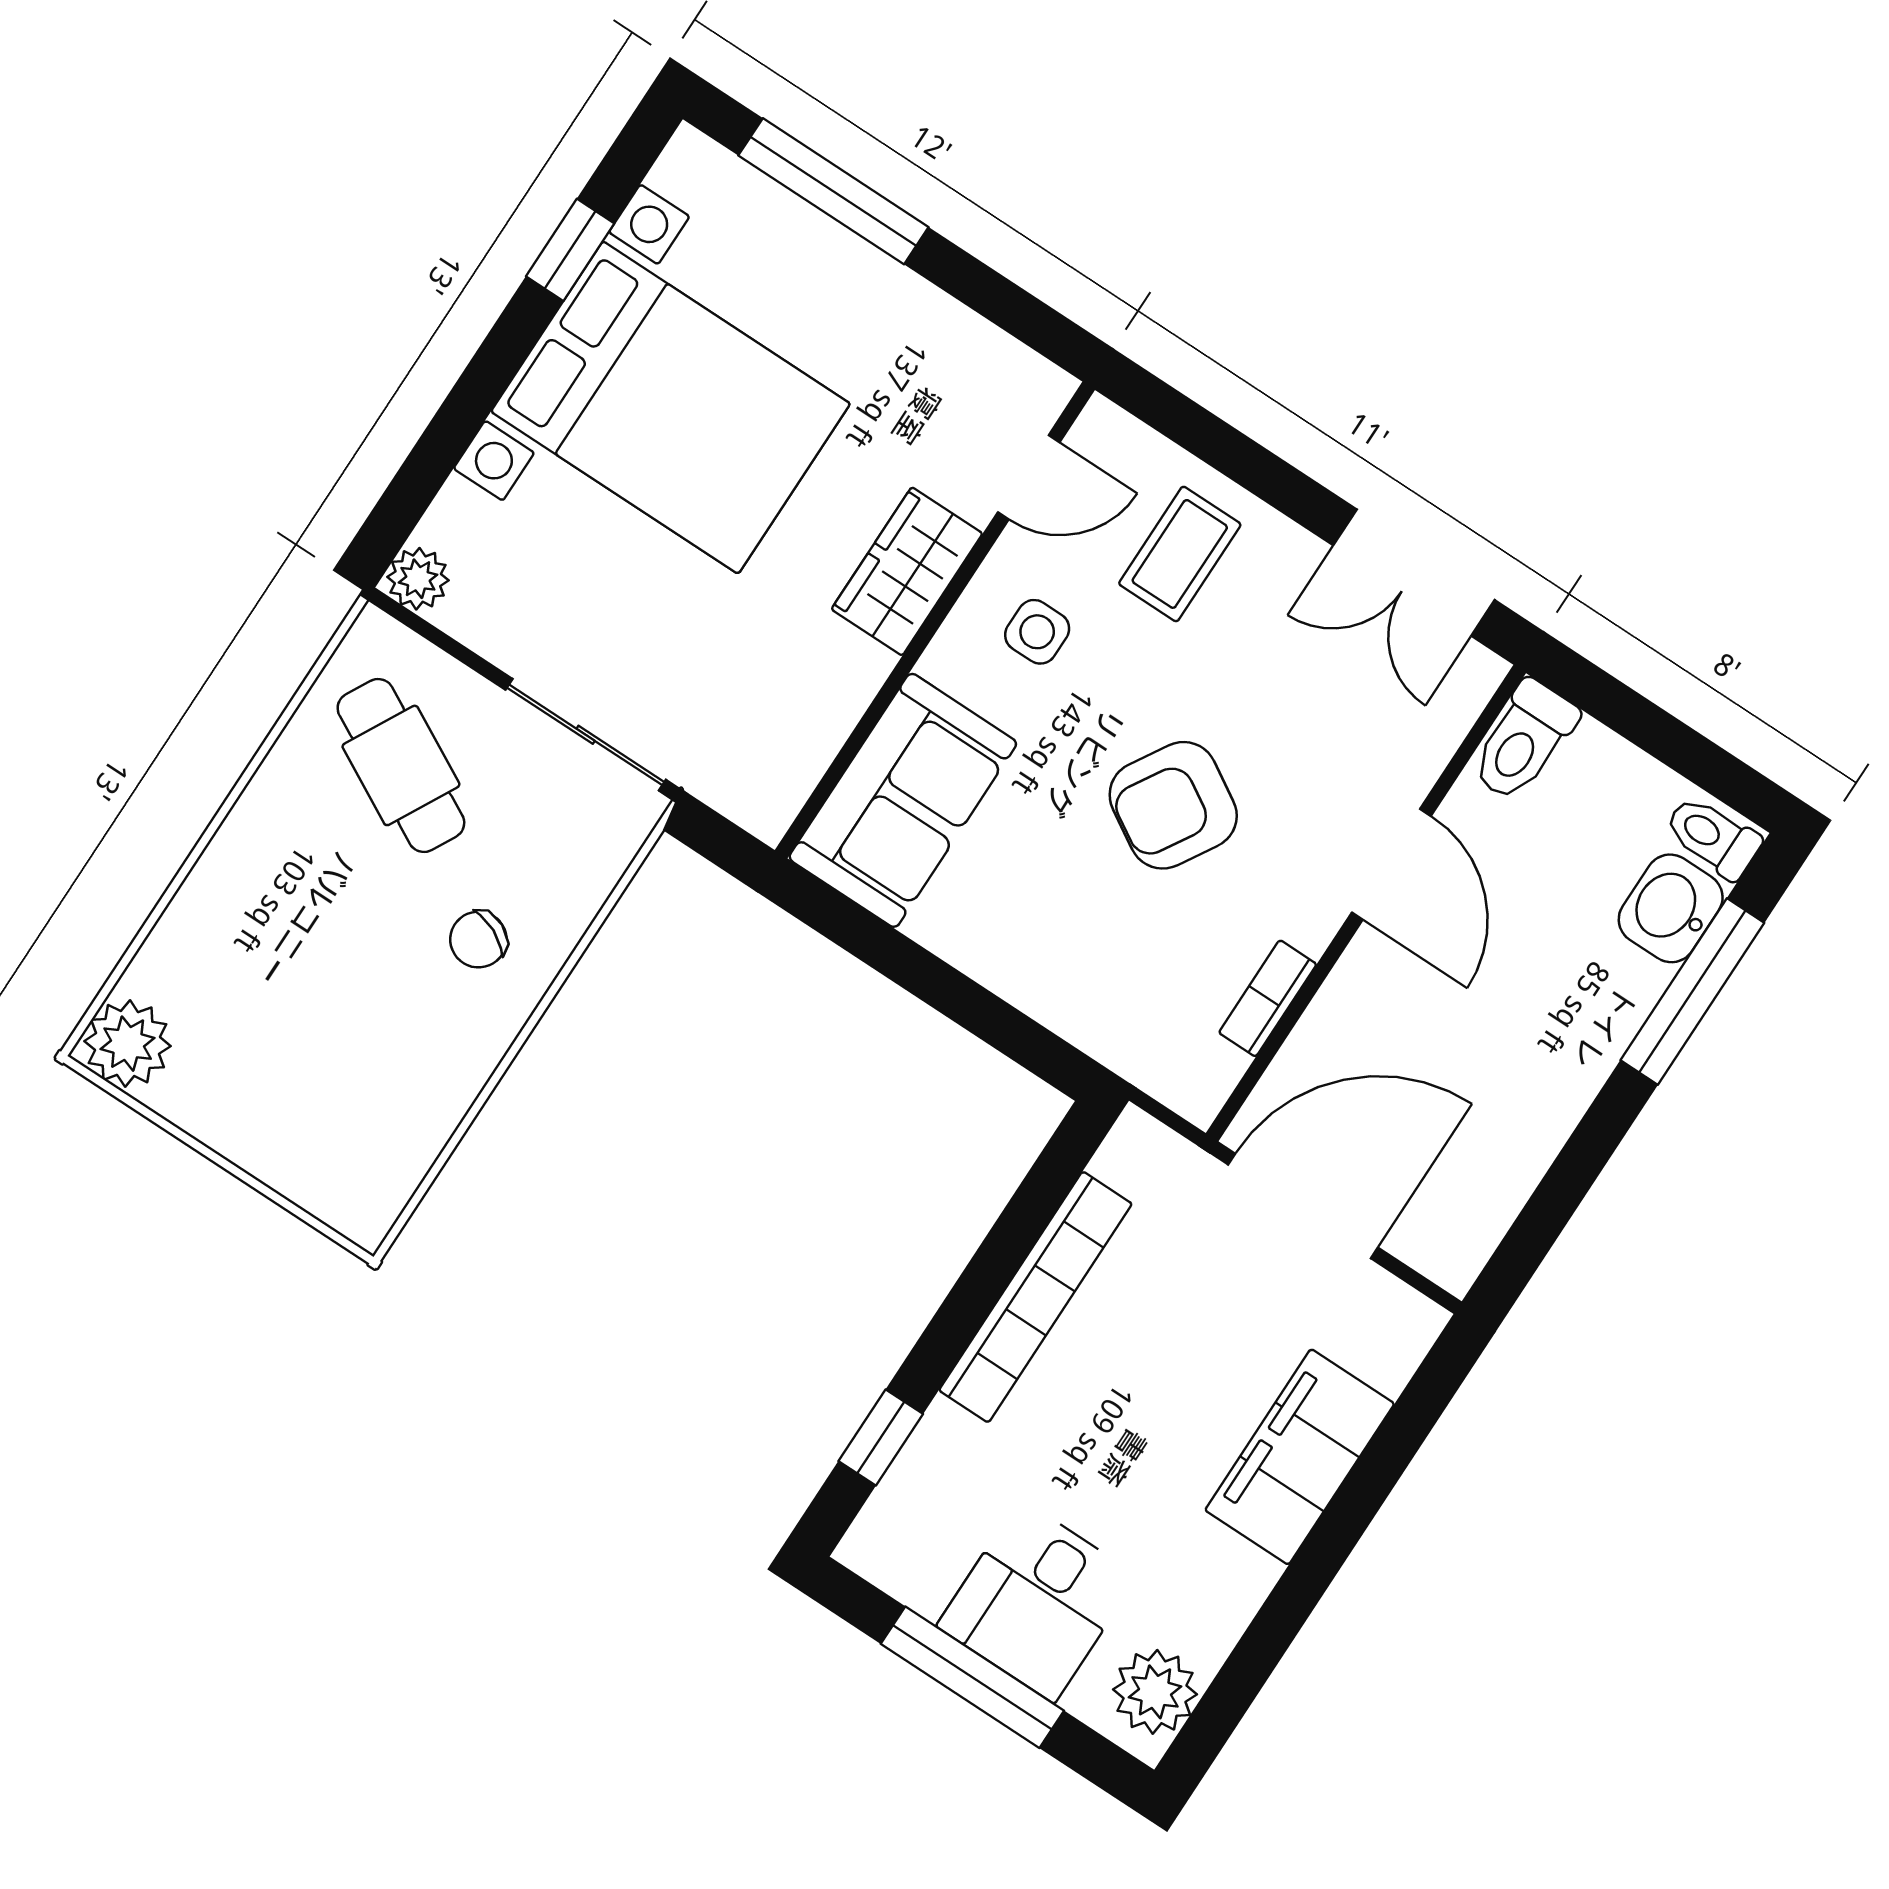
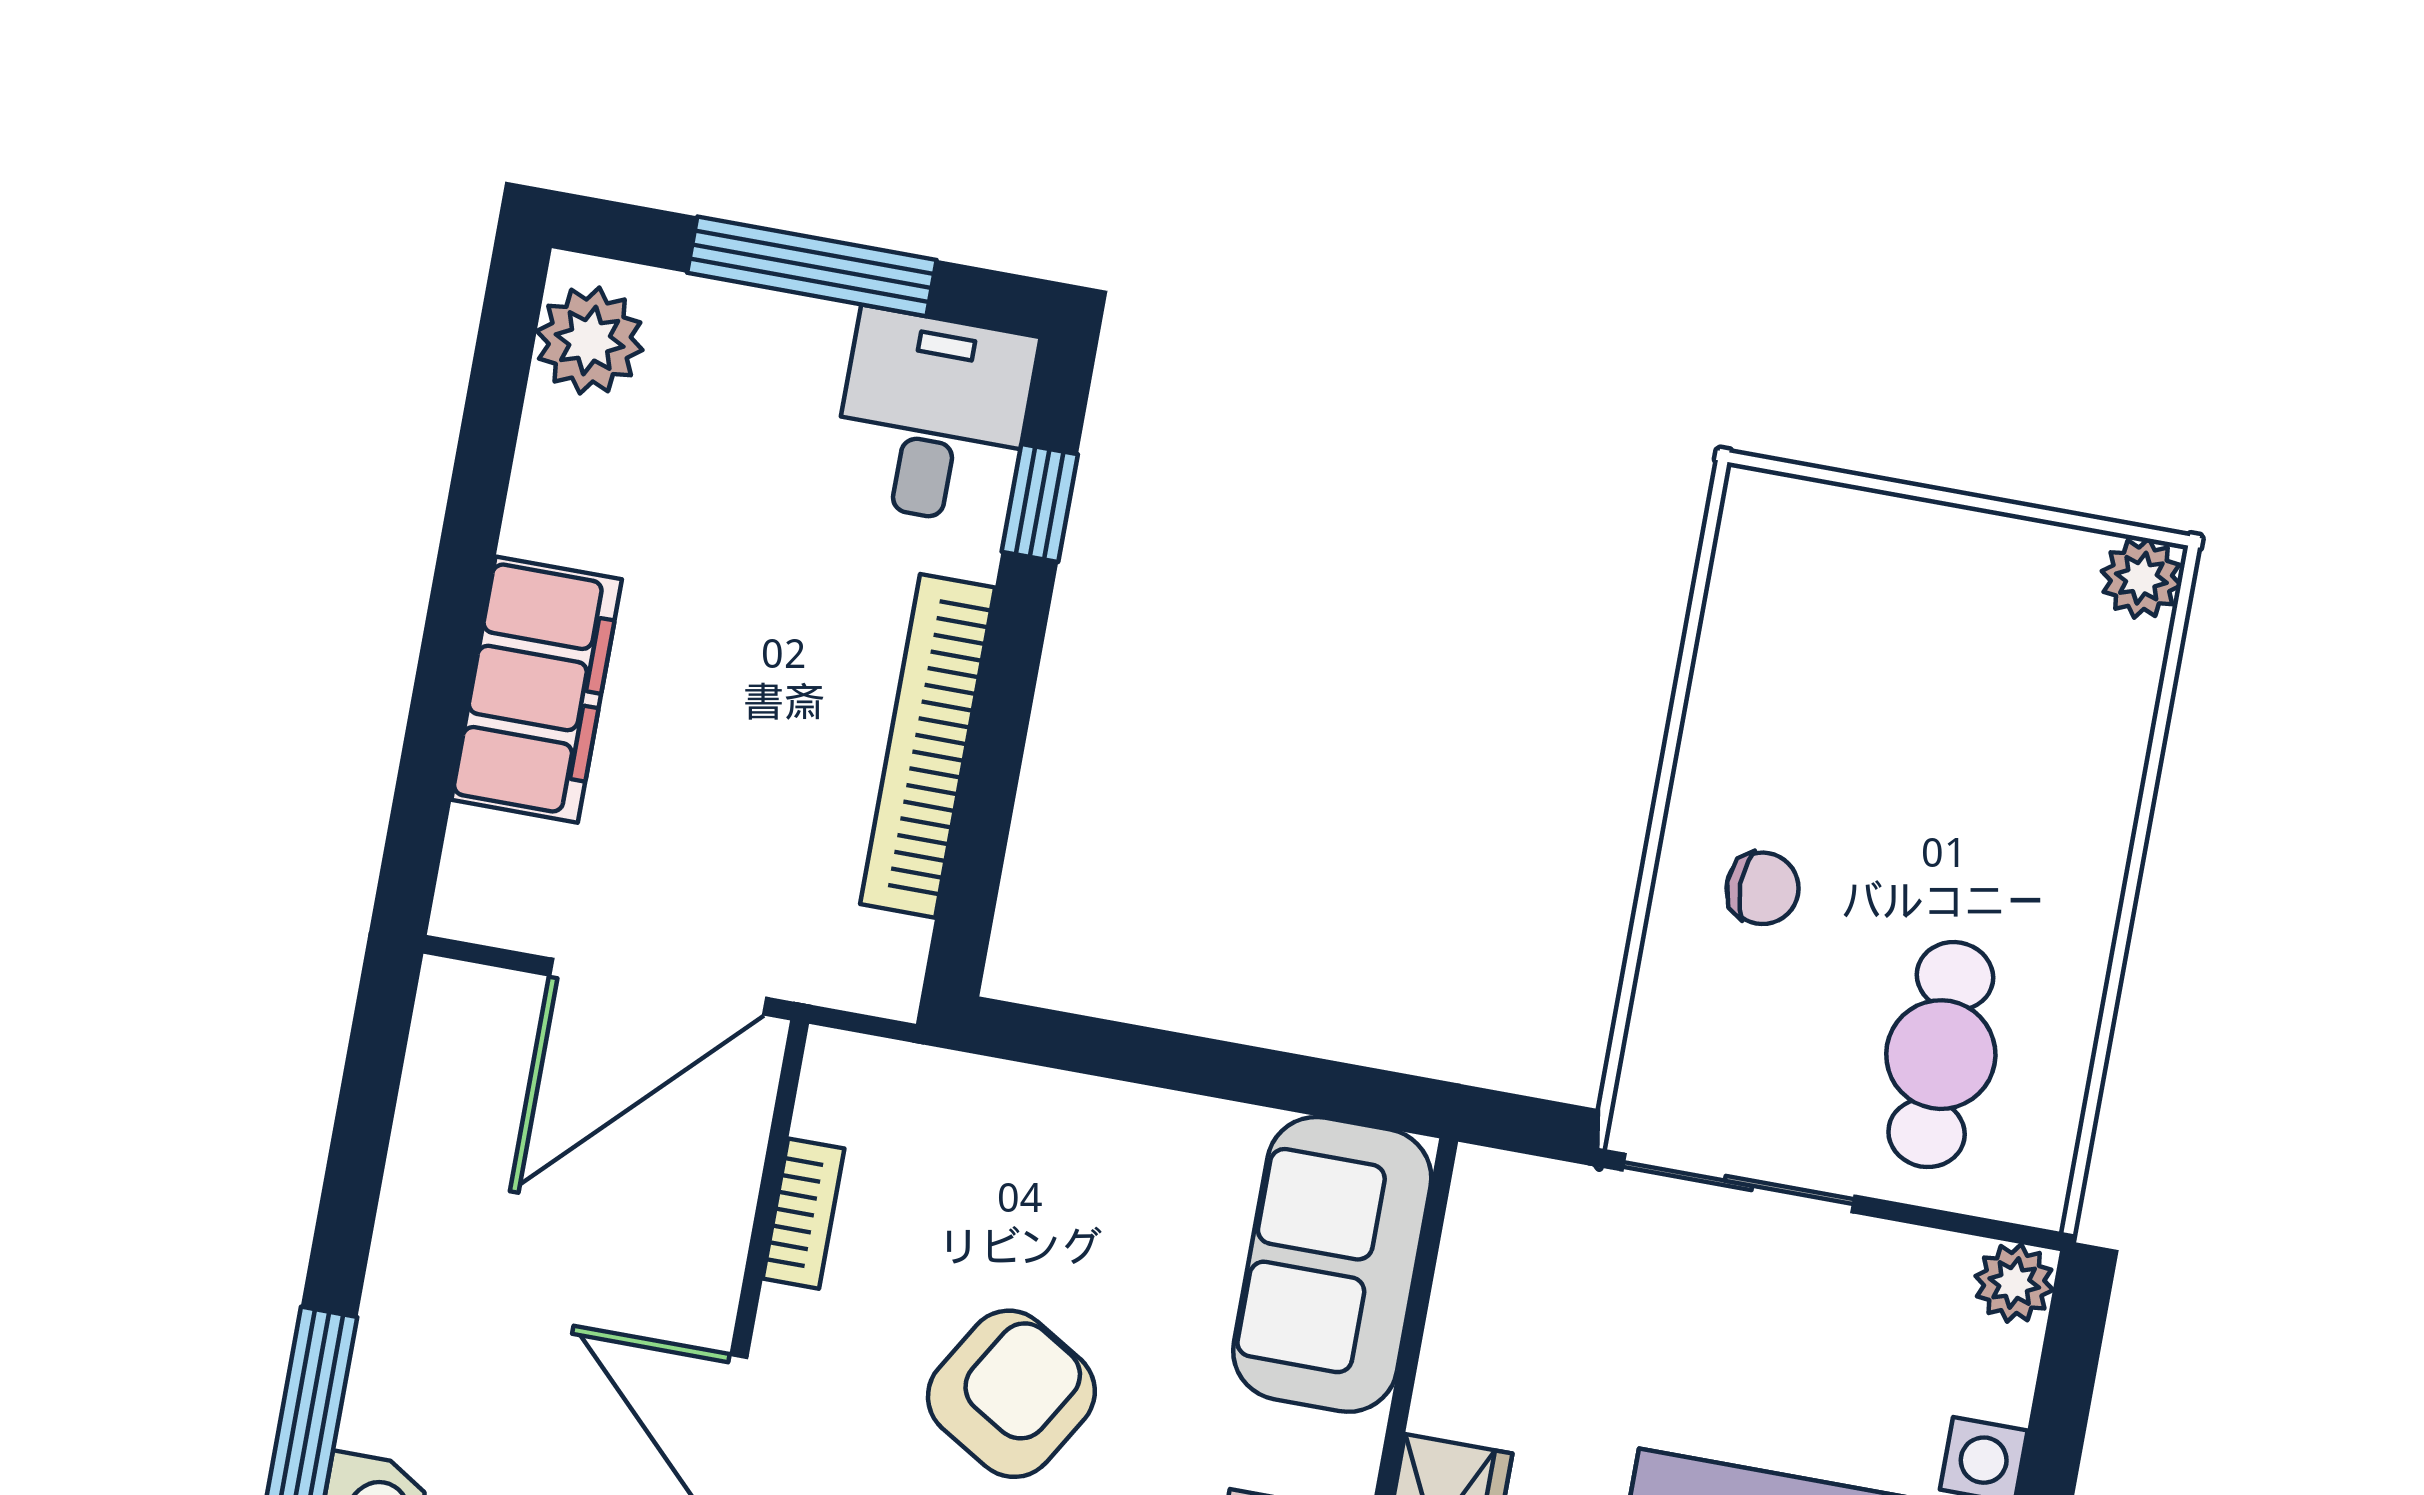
cafe table: (401, 765) -> (1941, 1055), turned 62
chair: (478, 940) -> (1763, 888), turned 65
plant: (128, 1044) -> (2141, 578), width x0.73, depth x0.73
desk: (1037, 1601) -> (933, 418), moved

